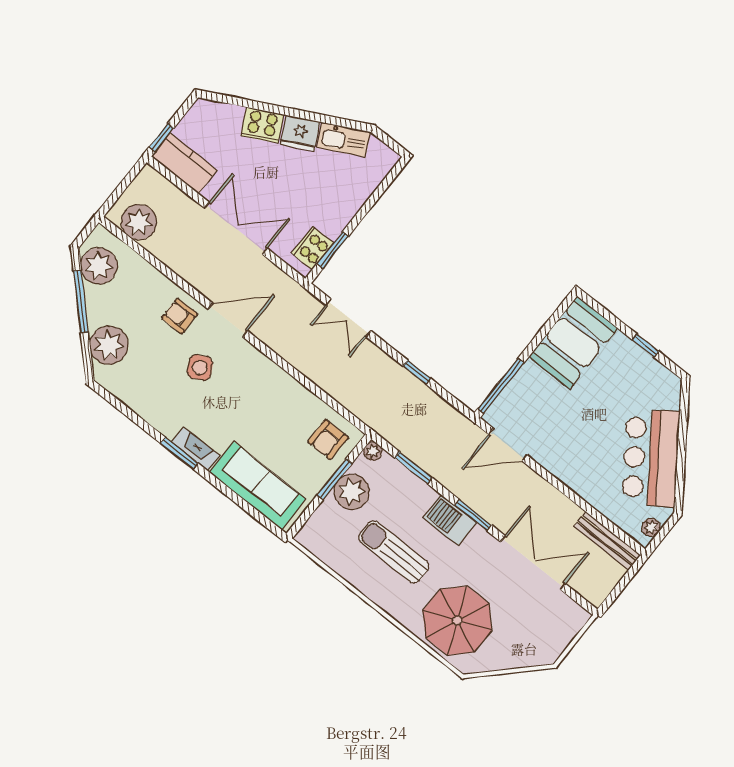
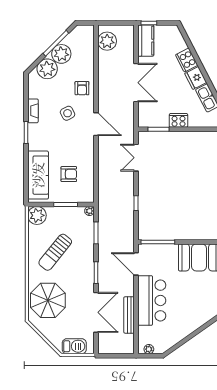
cooker: (313, 248) -> (179, 120), moved
plant: (99, 266) -> (61, 54), moved
armchair: (180, 316) -> (82, 88), turned 180
door: (228, 320) -> (96, 124), moved
armchair: (328, 440) -> (69, 174), moved, turned 180
fireplace: (196, 449) -> (33, 111), moved
bar counter: (651, 458) -> (152, 300), moved, turned 125
plant: (352, 492) -> (37, 215), moved
barbecue: (450, 520) -> (74, 346), moved, turned 90
bench: (607, 541) -> (129, 315), moved
sun lounger: (394, 552) -> (55, 252), turned -141

